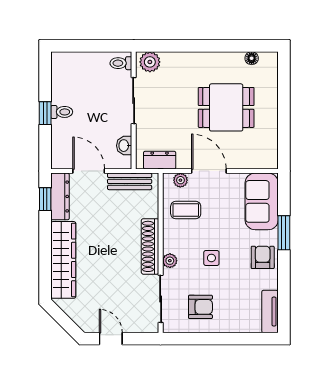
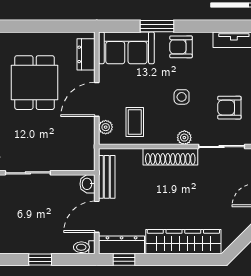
toilet: (62, 112) -> (84, 247), moved, turned -90
washbasin: (124, 146) -> (87, 184), moved, turned 90
dresser: (160, 160) -> (86, 54), moved
armchair: (200, 307) -> (229, 108), turned -90

